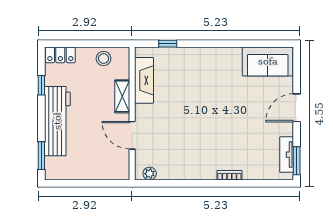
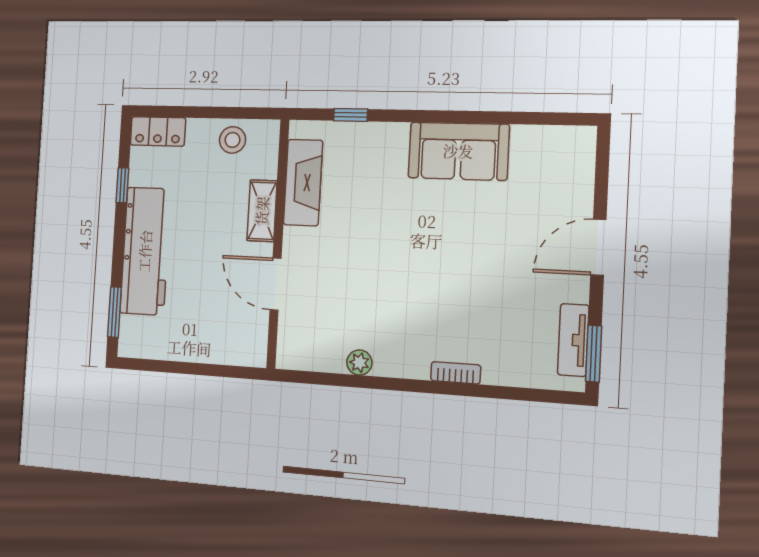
sofa: (268, 61) -> (458, 151), moved
plant: (150, 174) -> (359, 363), moved

